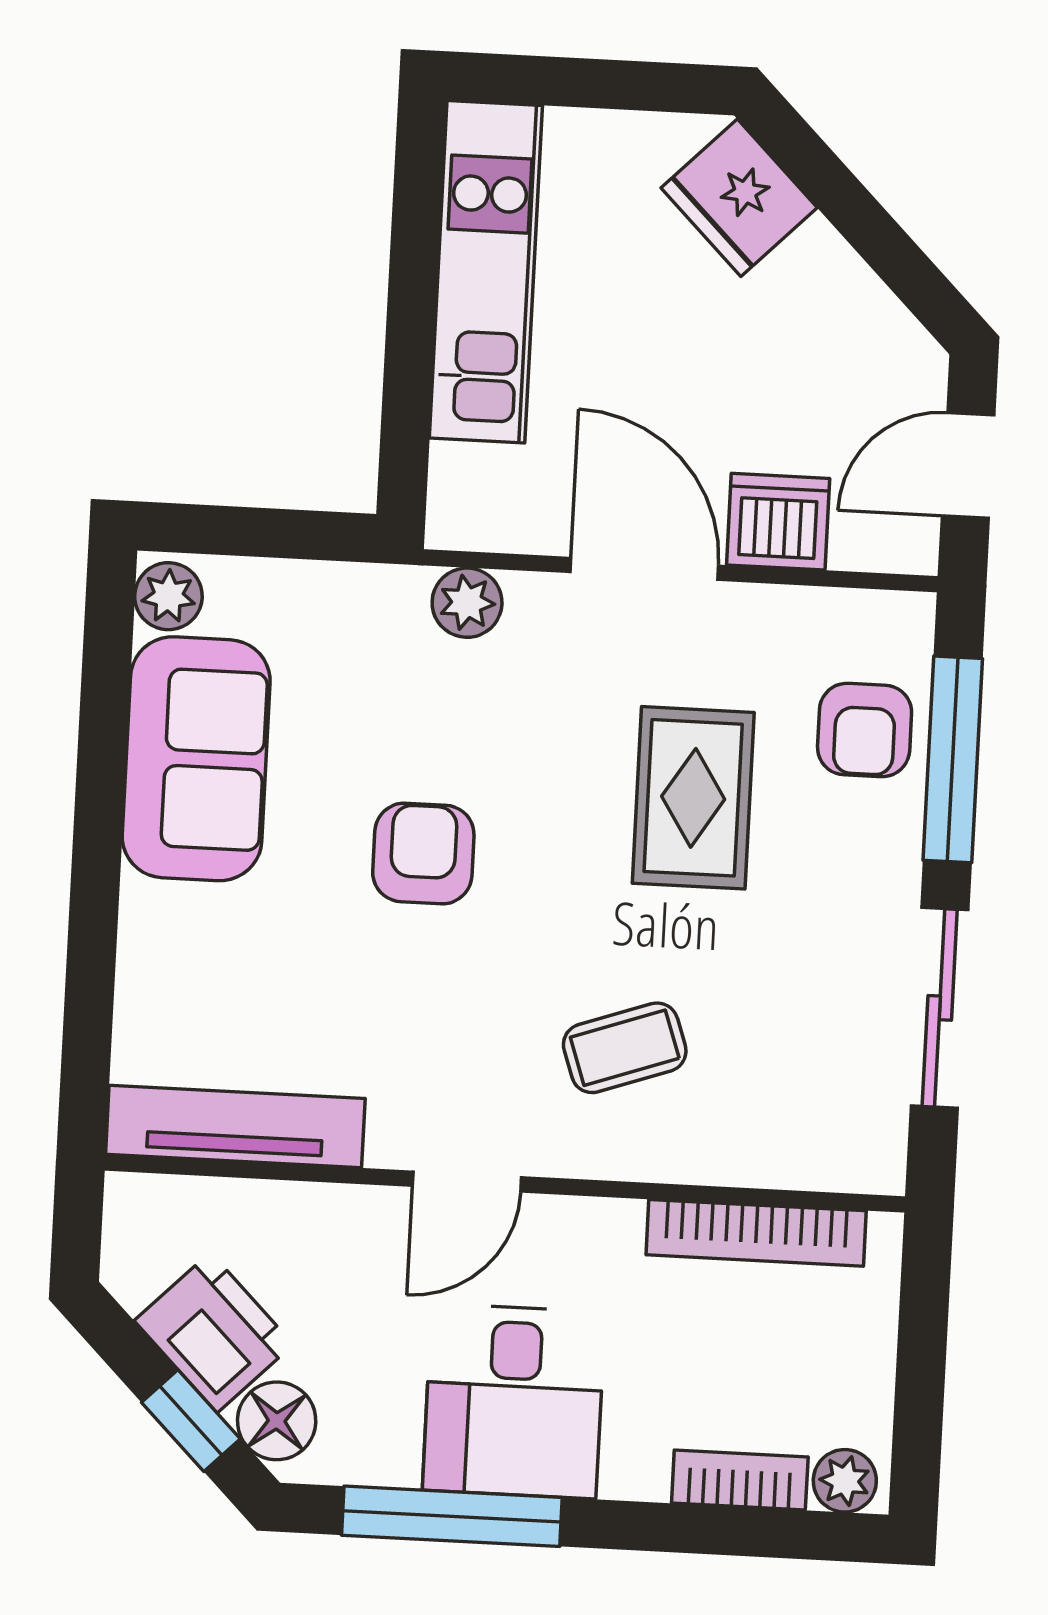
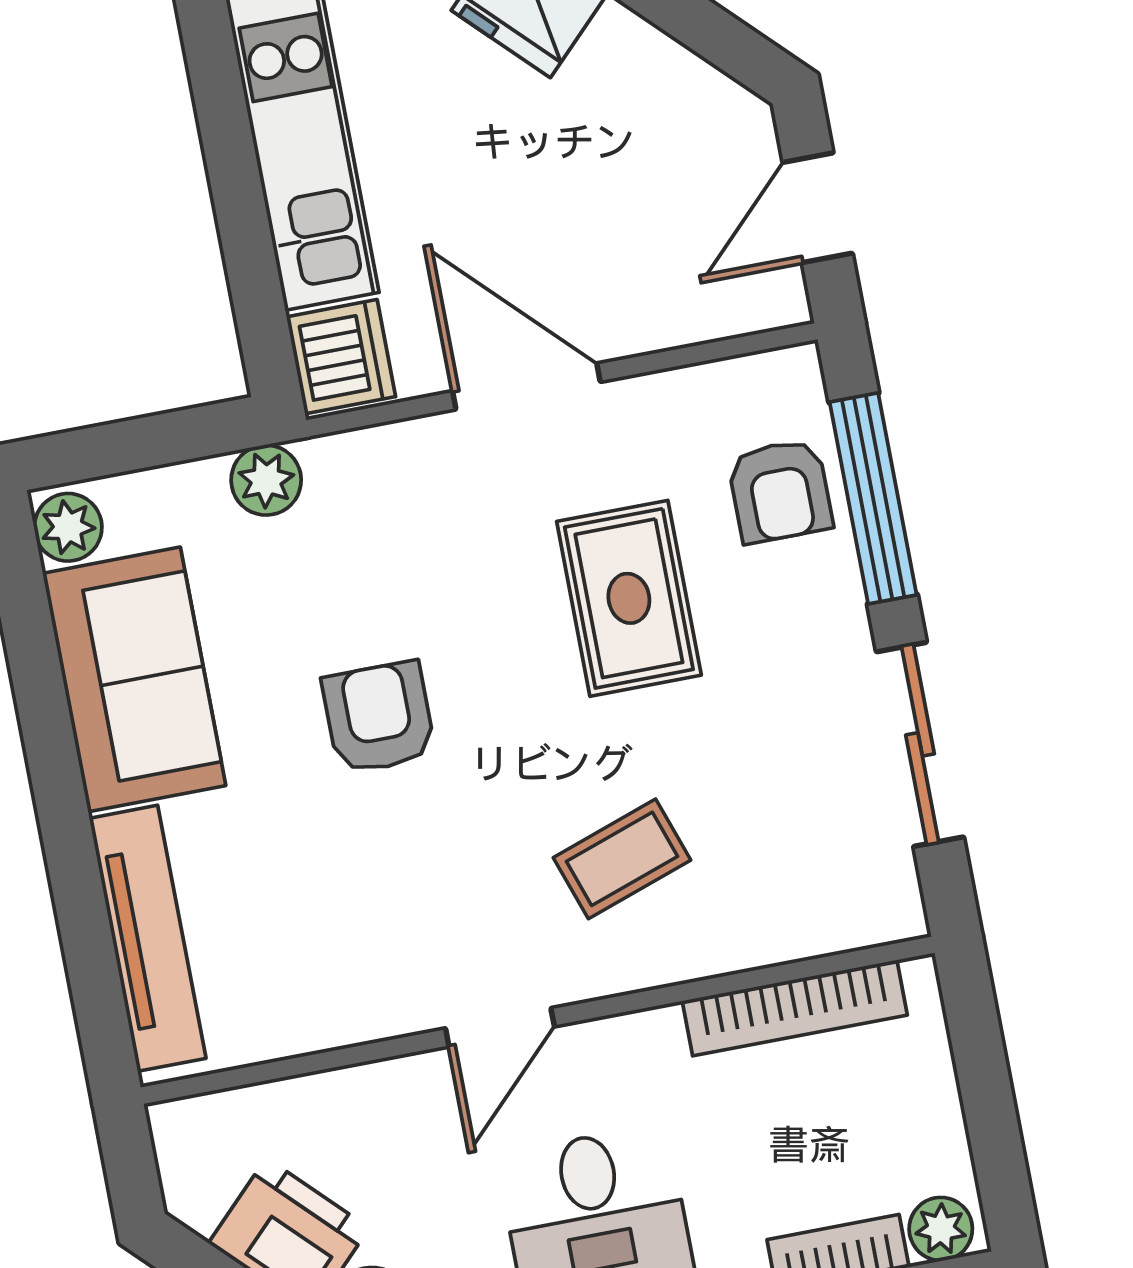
dishwasher: (778, 522) -> (341, 357), moved, turned 90
plant: (467, 603) -> (266, 480), moved
tv unit: (235, 1126) -> (148, 938), moved, turned 90

